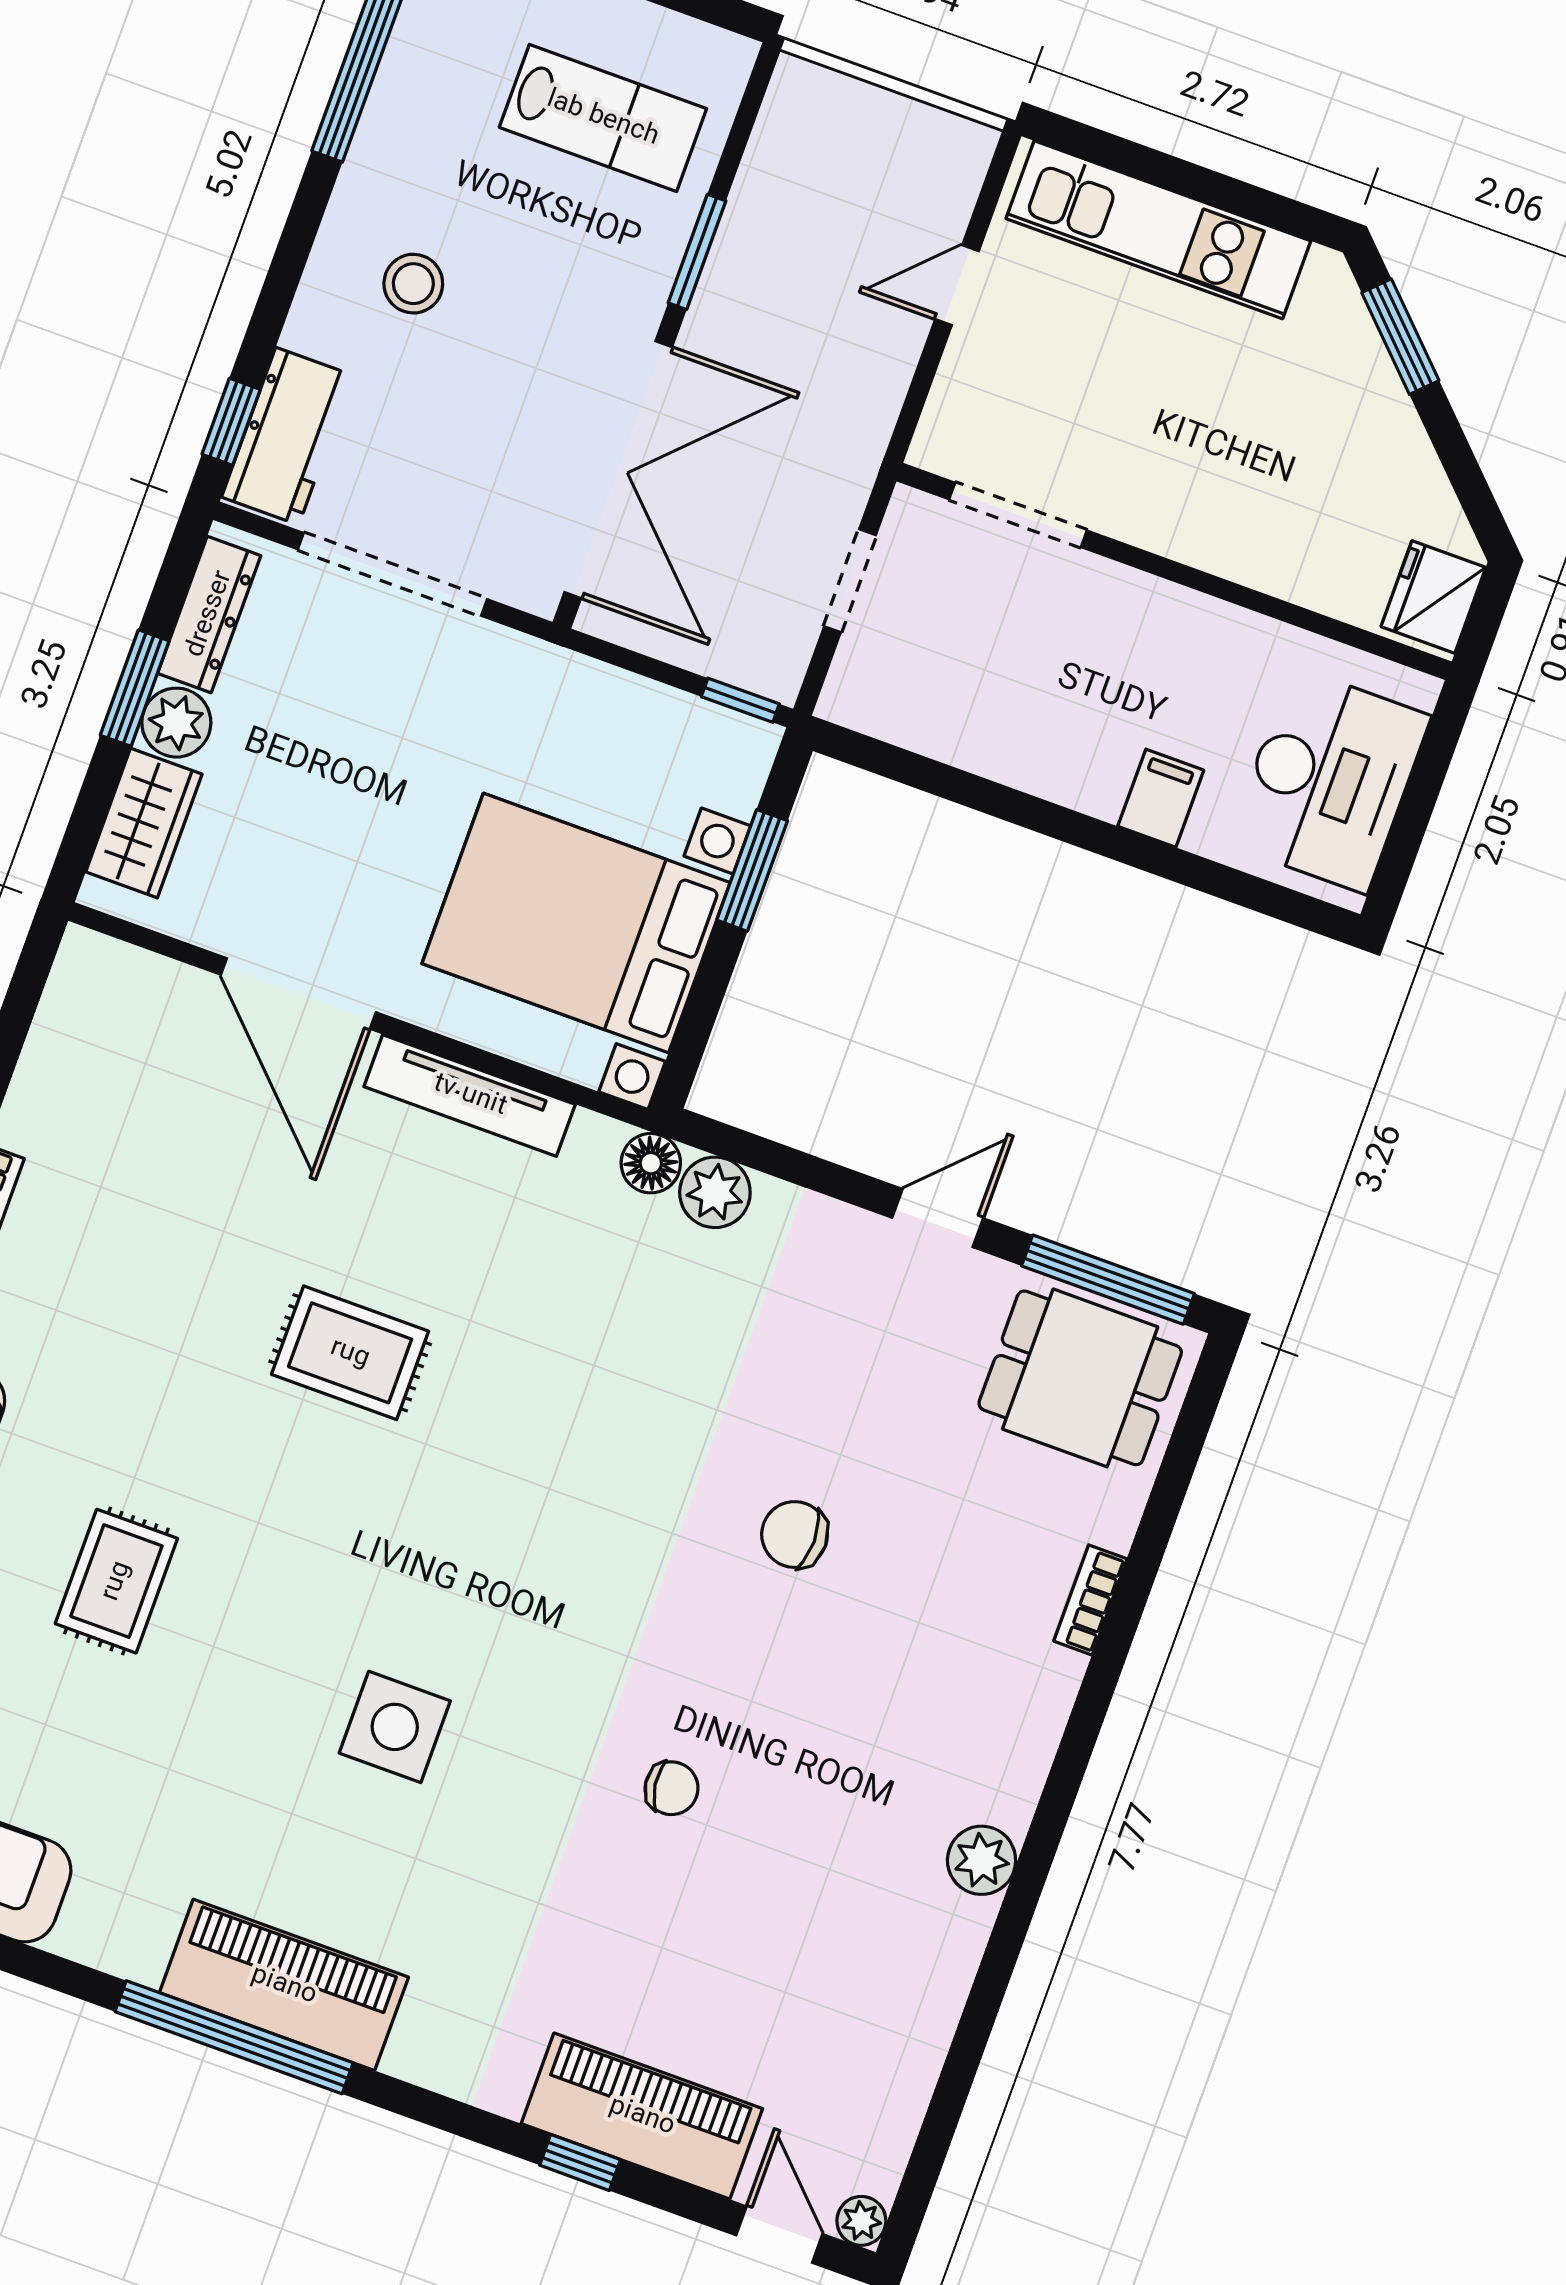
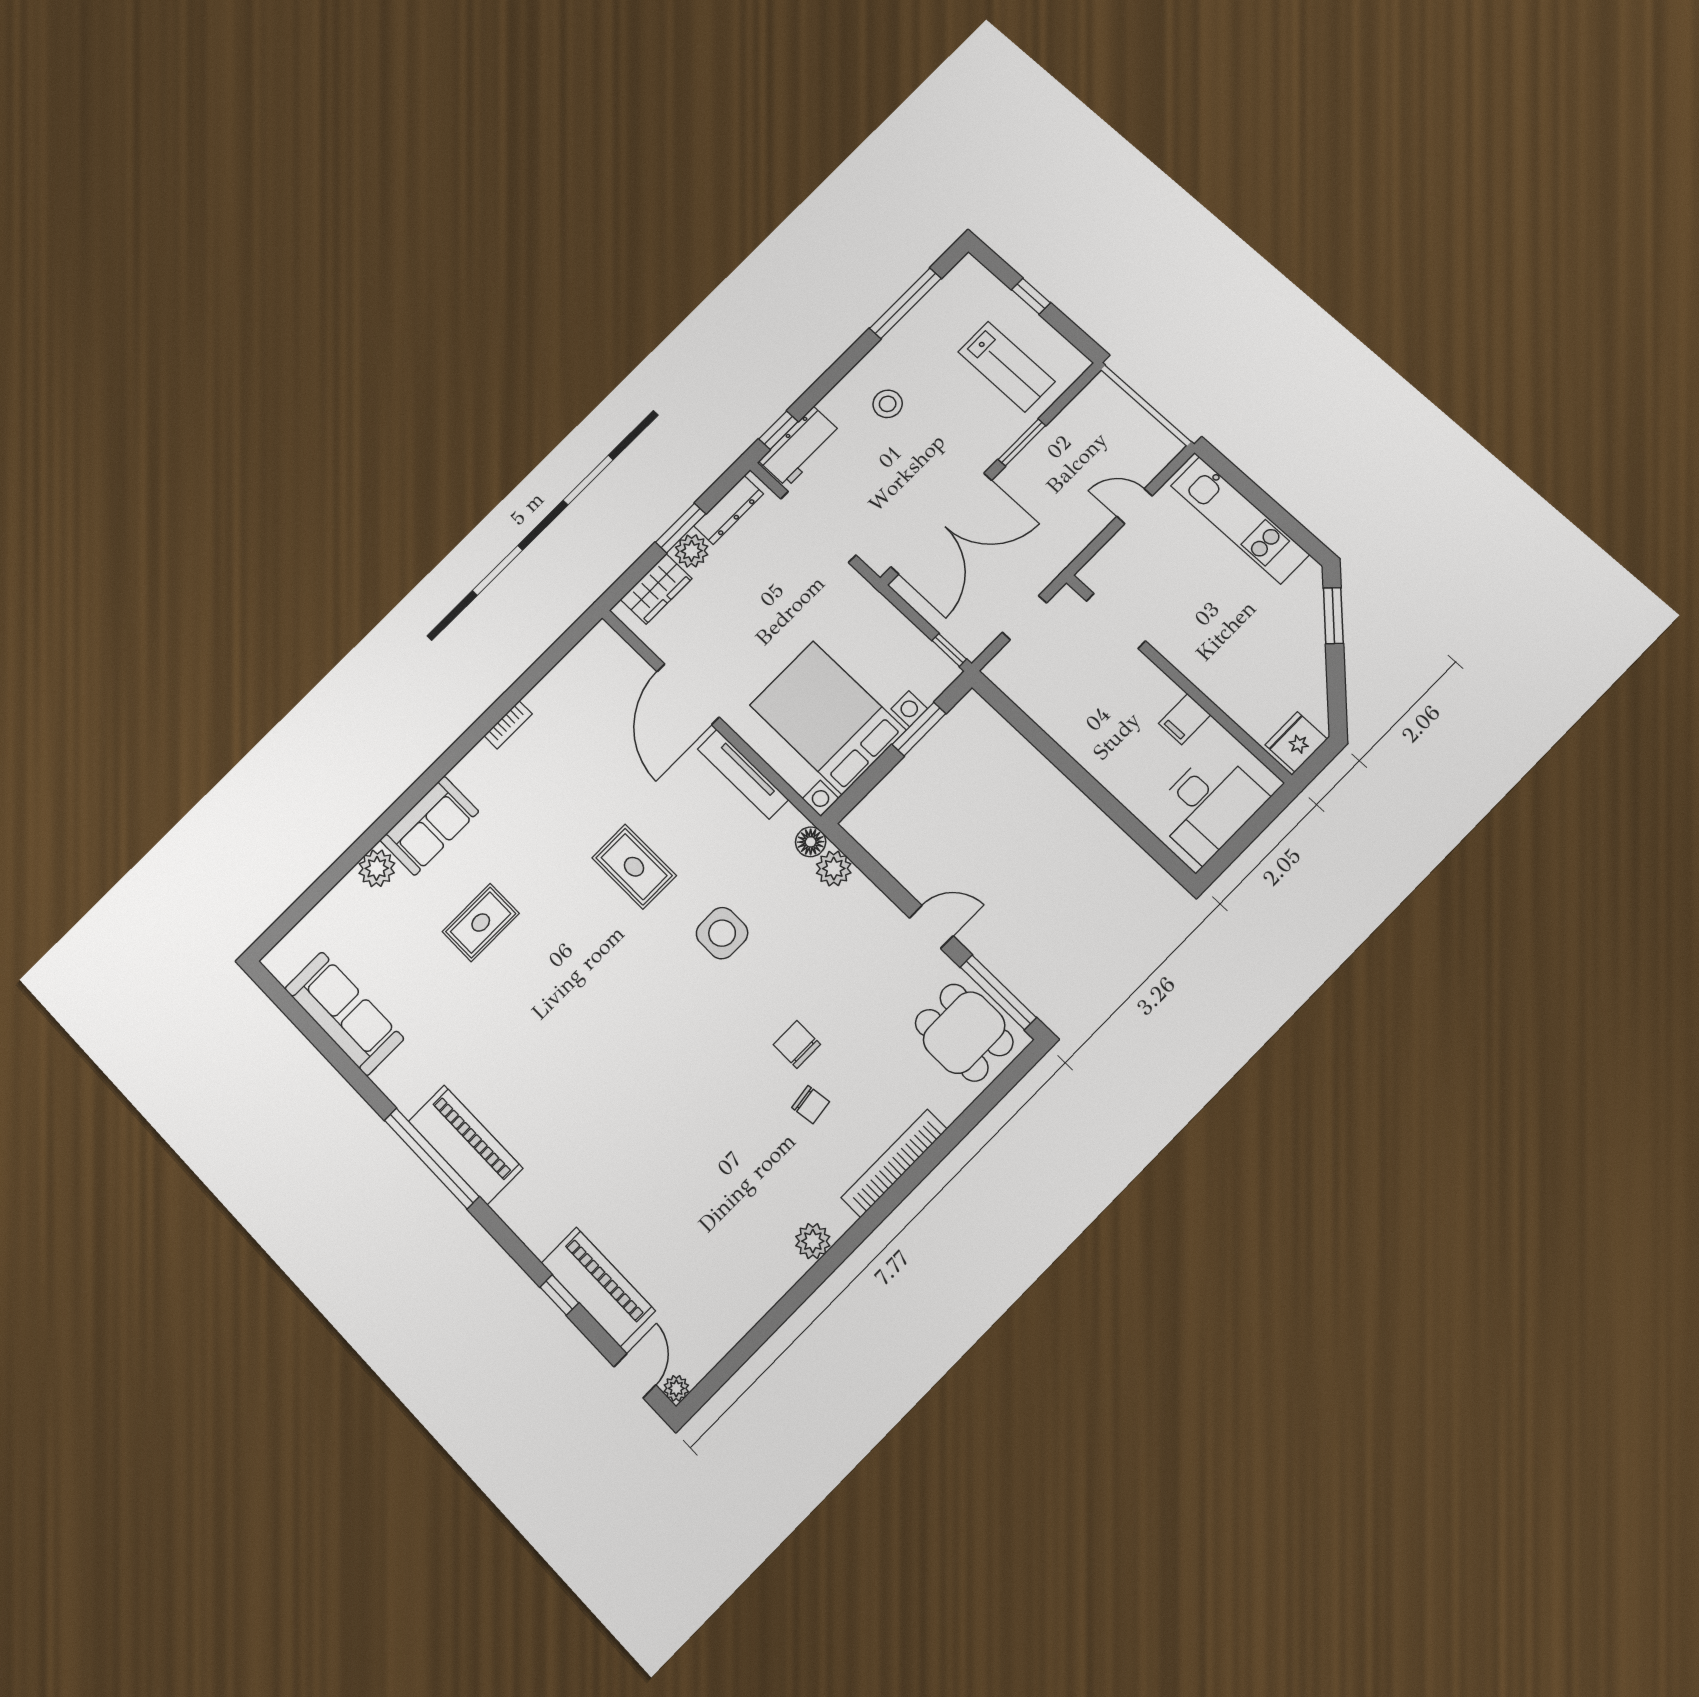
filing cabinet: (1161, 798) -> (1185, 719), moved, turned 180
bookcase: (1090, 1600) -> (894, 1163), width x2.31, depth x1.31
side table: (395, 1727) -> (722, 933), moved
chair: (672, 1788) -> (811, 1105), moved

